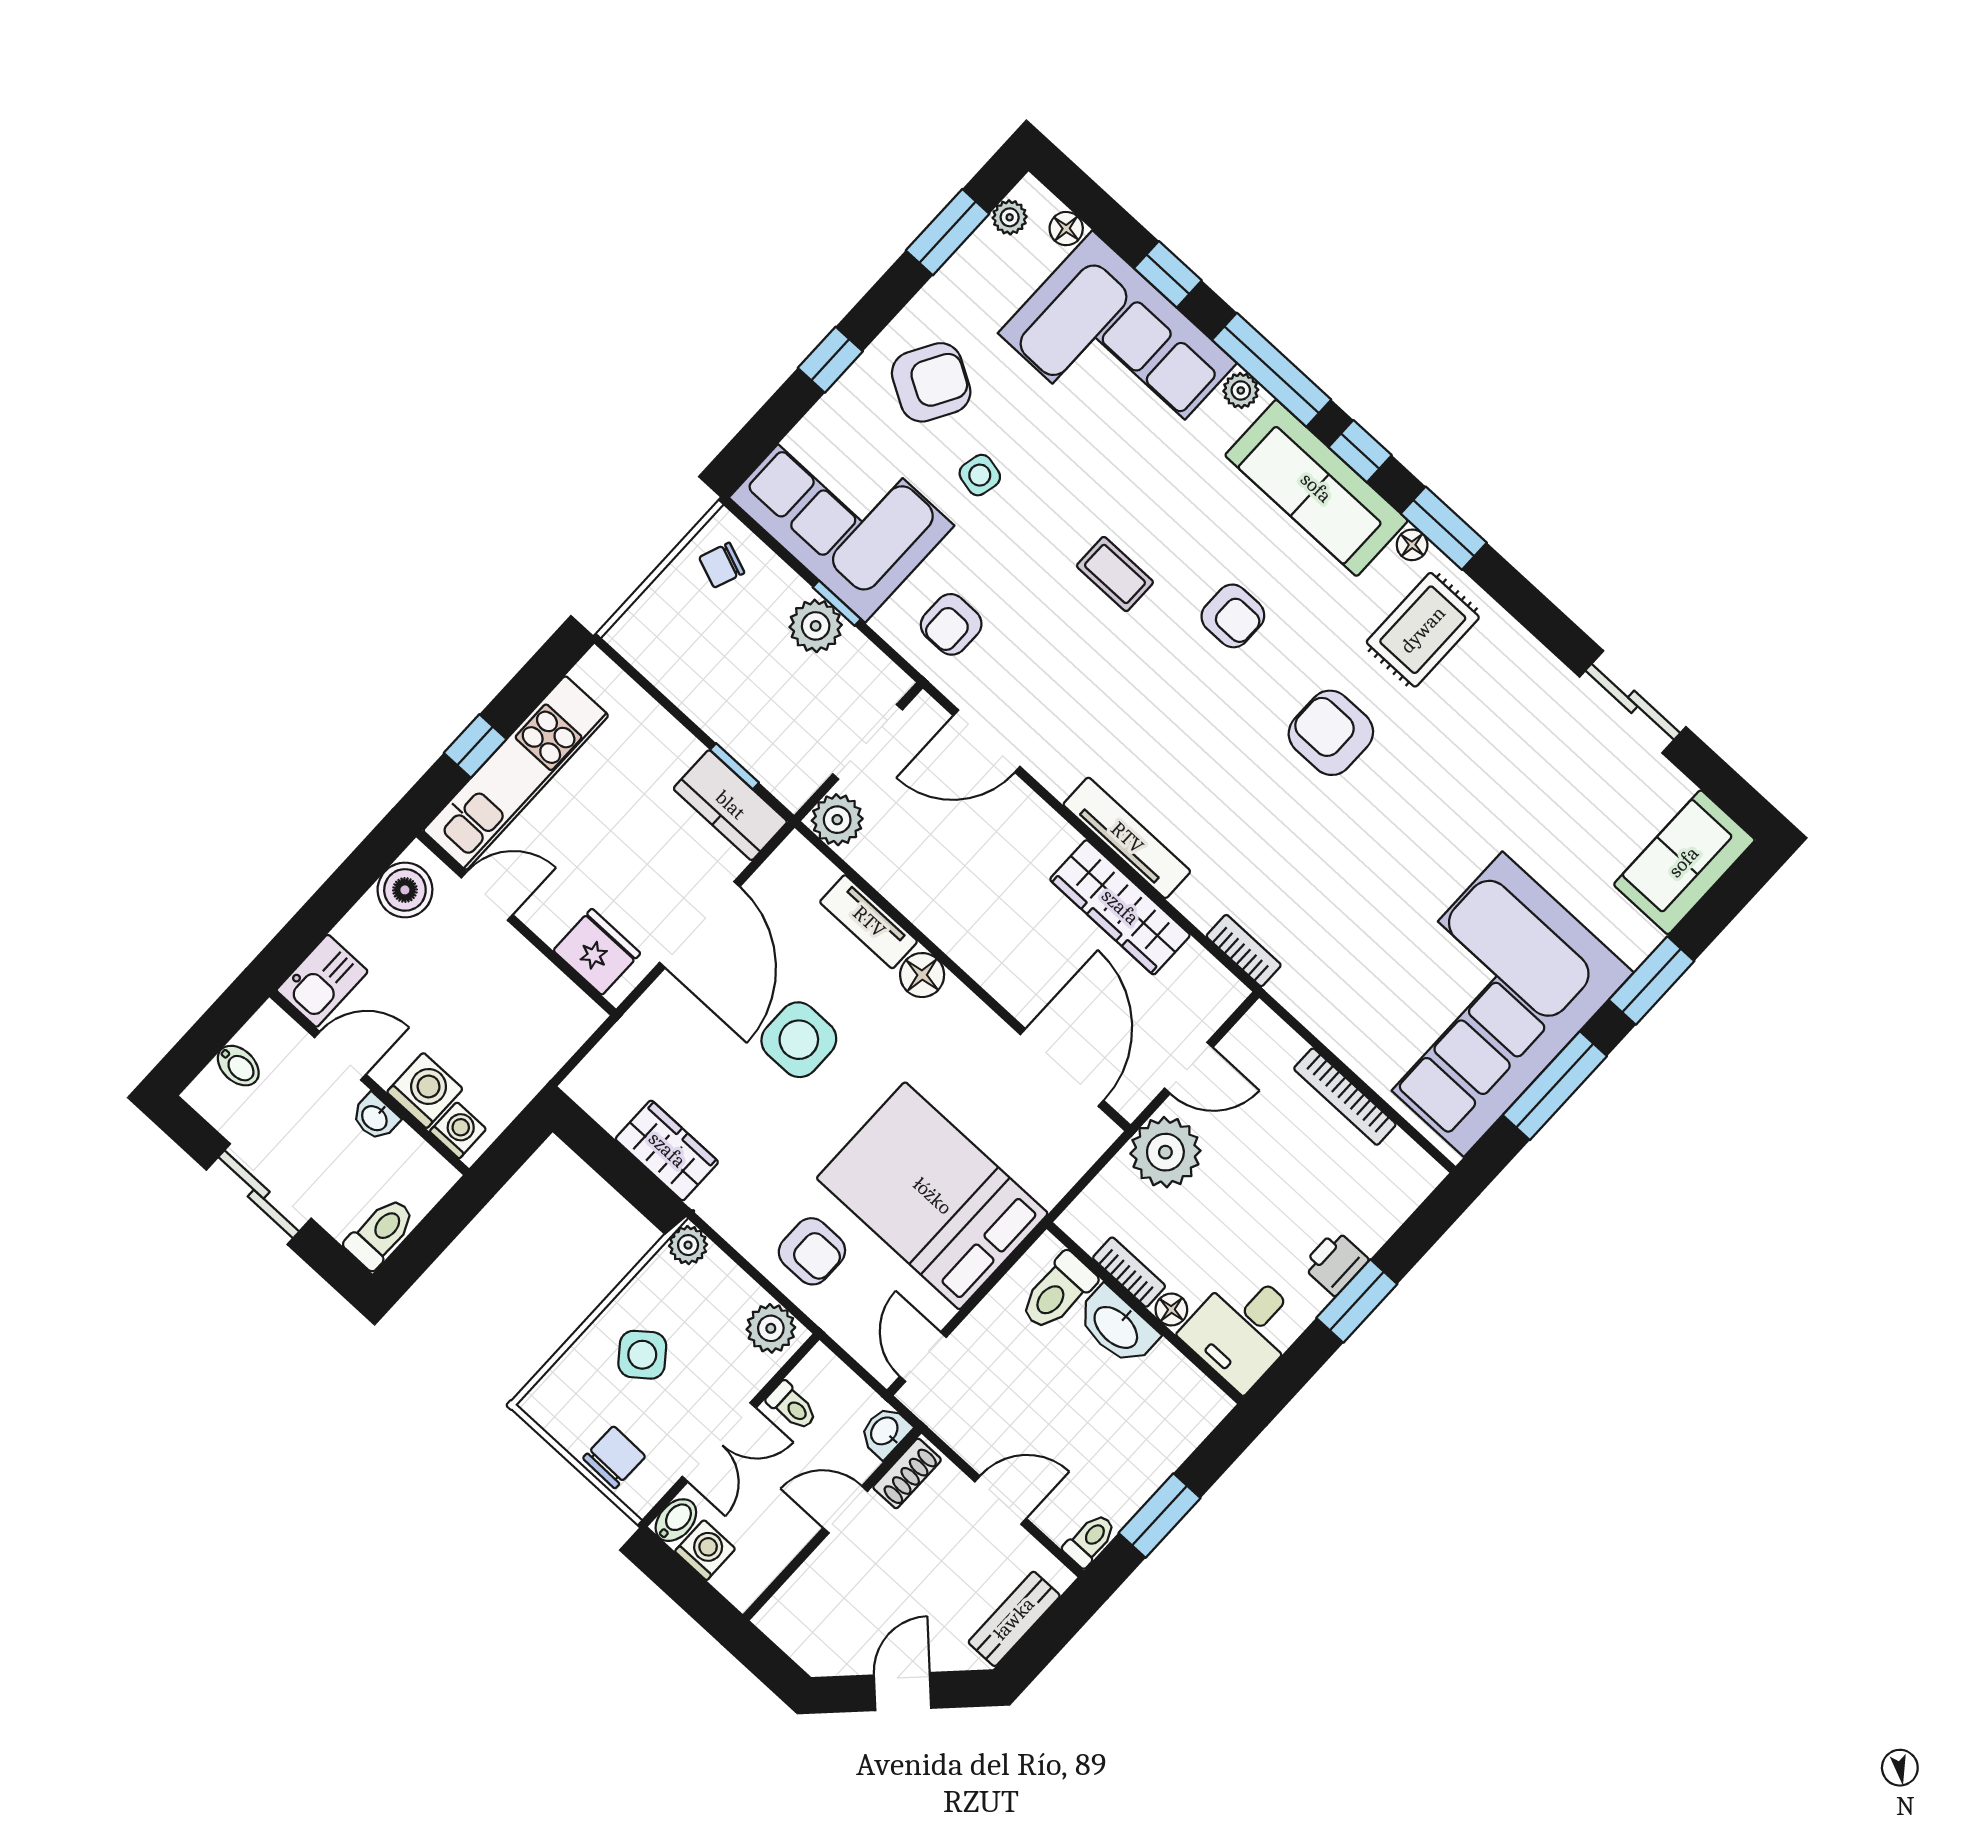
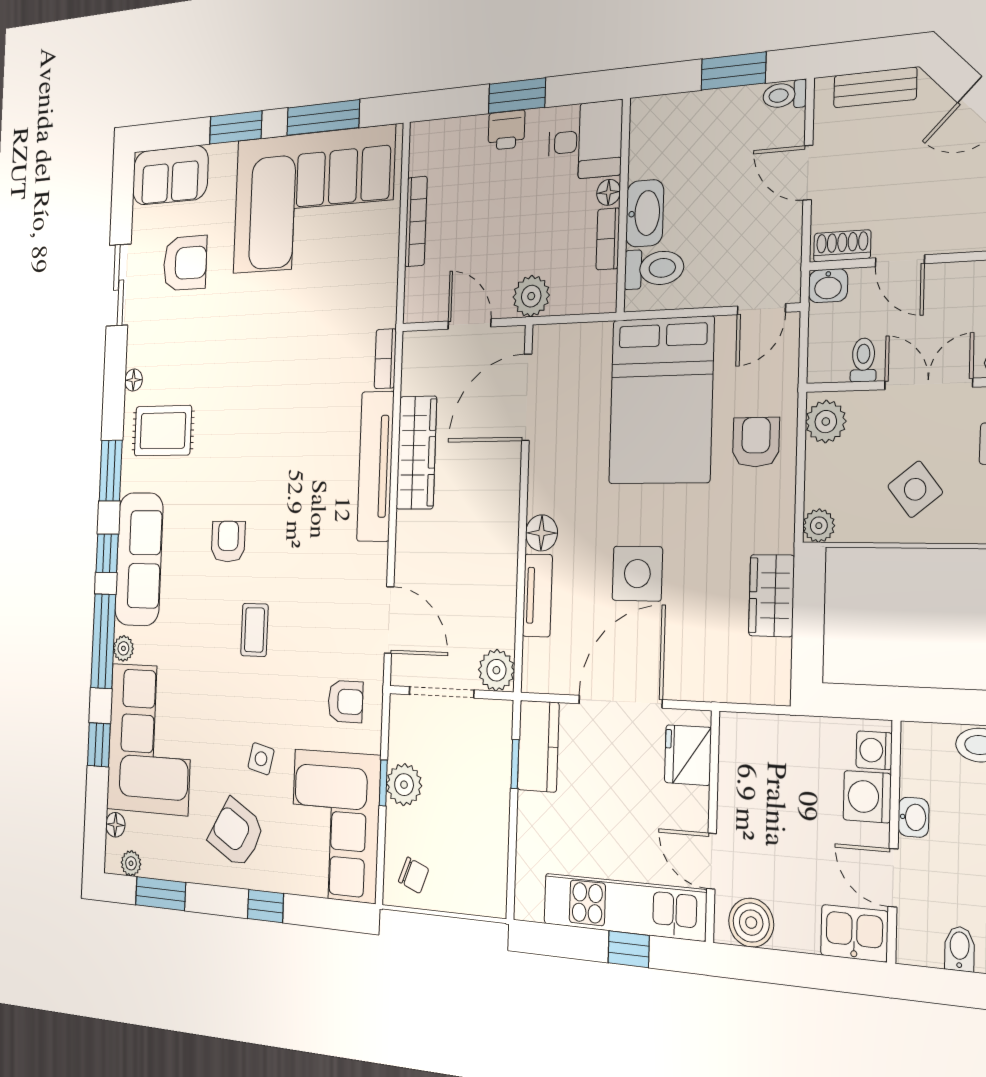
floor lamp: (1412, 545) -> (134, 380), moved
armchair: (1331, 733) -> (185, 263), moved, turned -90
tv unit: (1127, 838) -> (375, 466), width x1.36, depth x1.29
plant: (1165, 1152) -> (531, 296), width x0.73, depth x0.73

